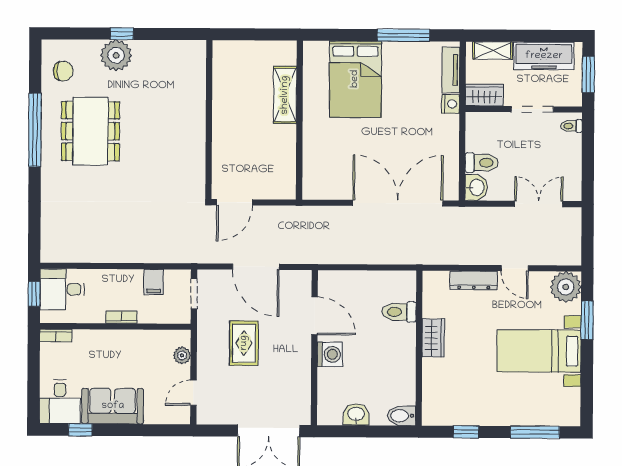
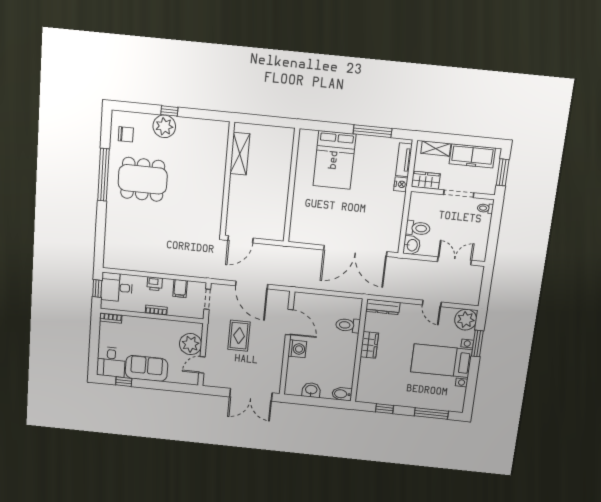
shelving: (285, 95) -> (240, 154), moved
dining table: (90, 131) -> (143, 179), turned 90
double door: (398, 203) -> (355, 251), swing flipped
printer: (117, 279) -> (155, 284), added
dresser: (474, 280) -> (383, 307), moved
plant: (182, 355) -> (191, 344), width x1.88, depth x1.88

